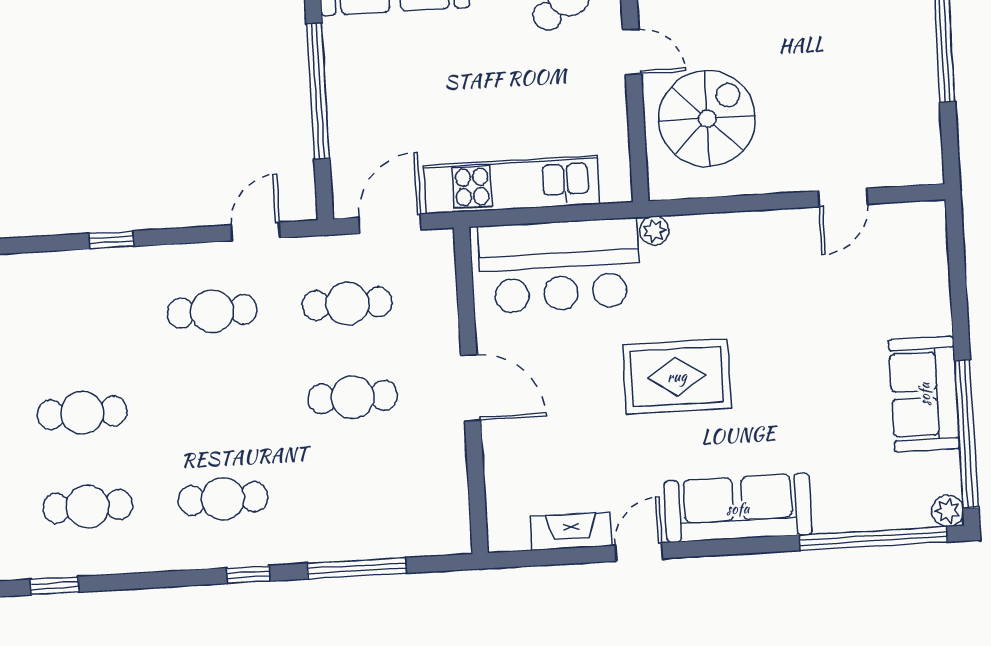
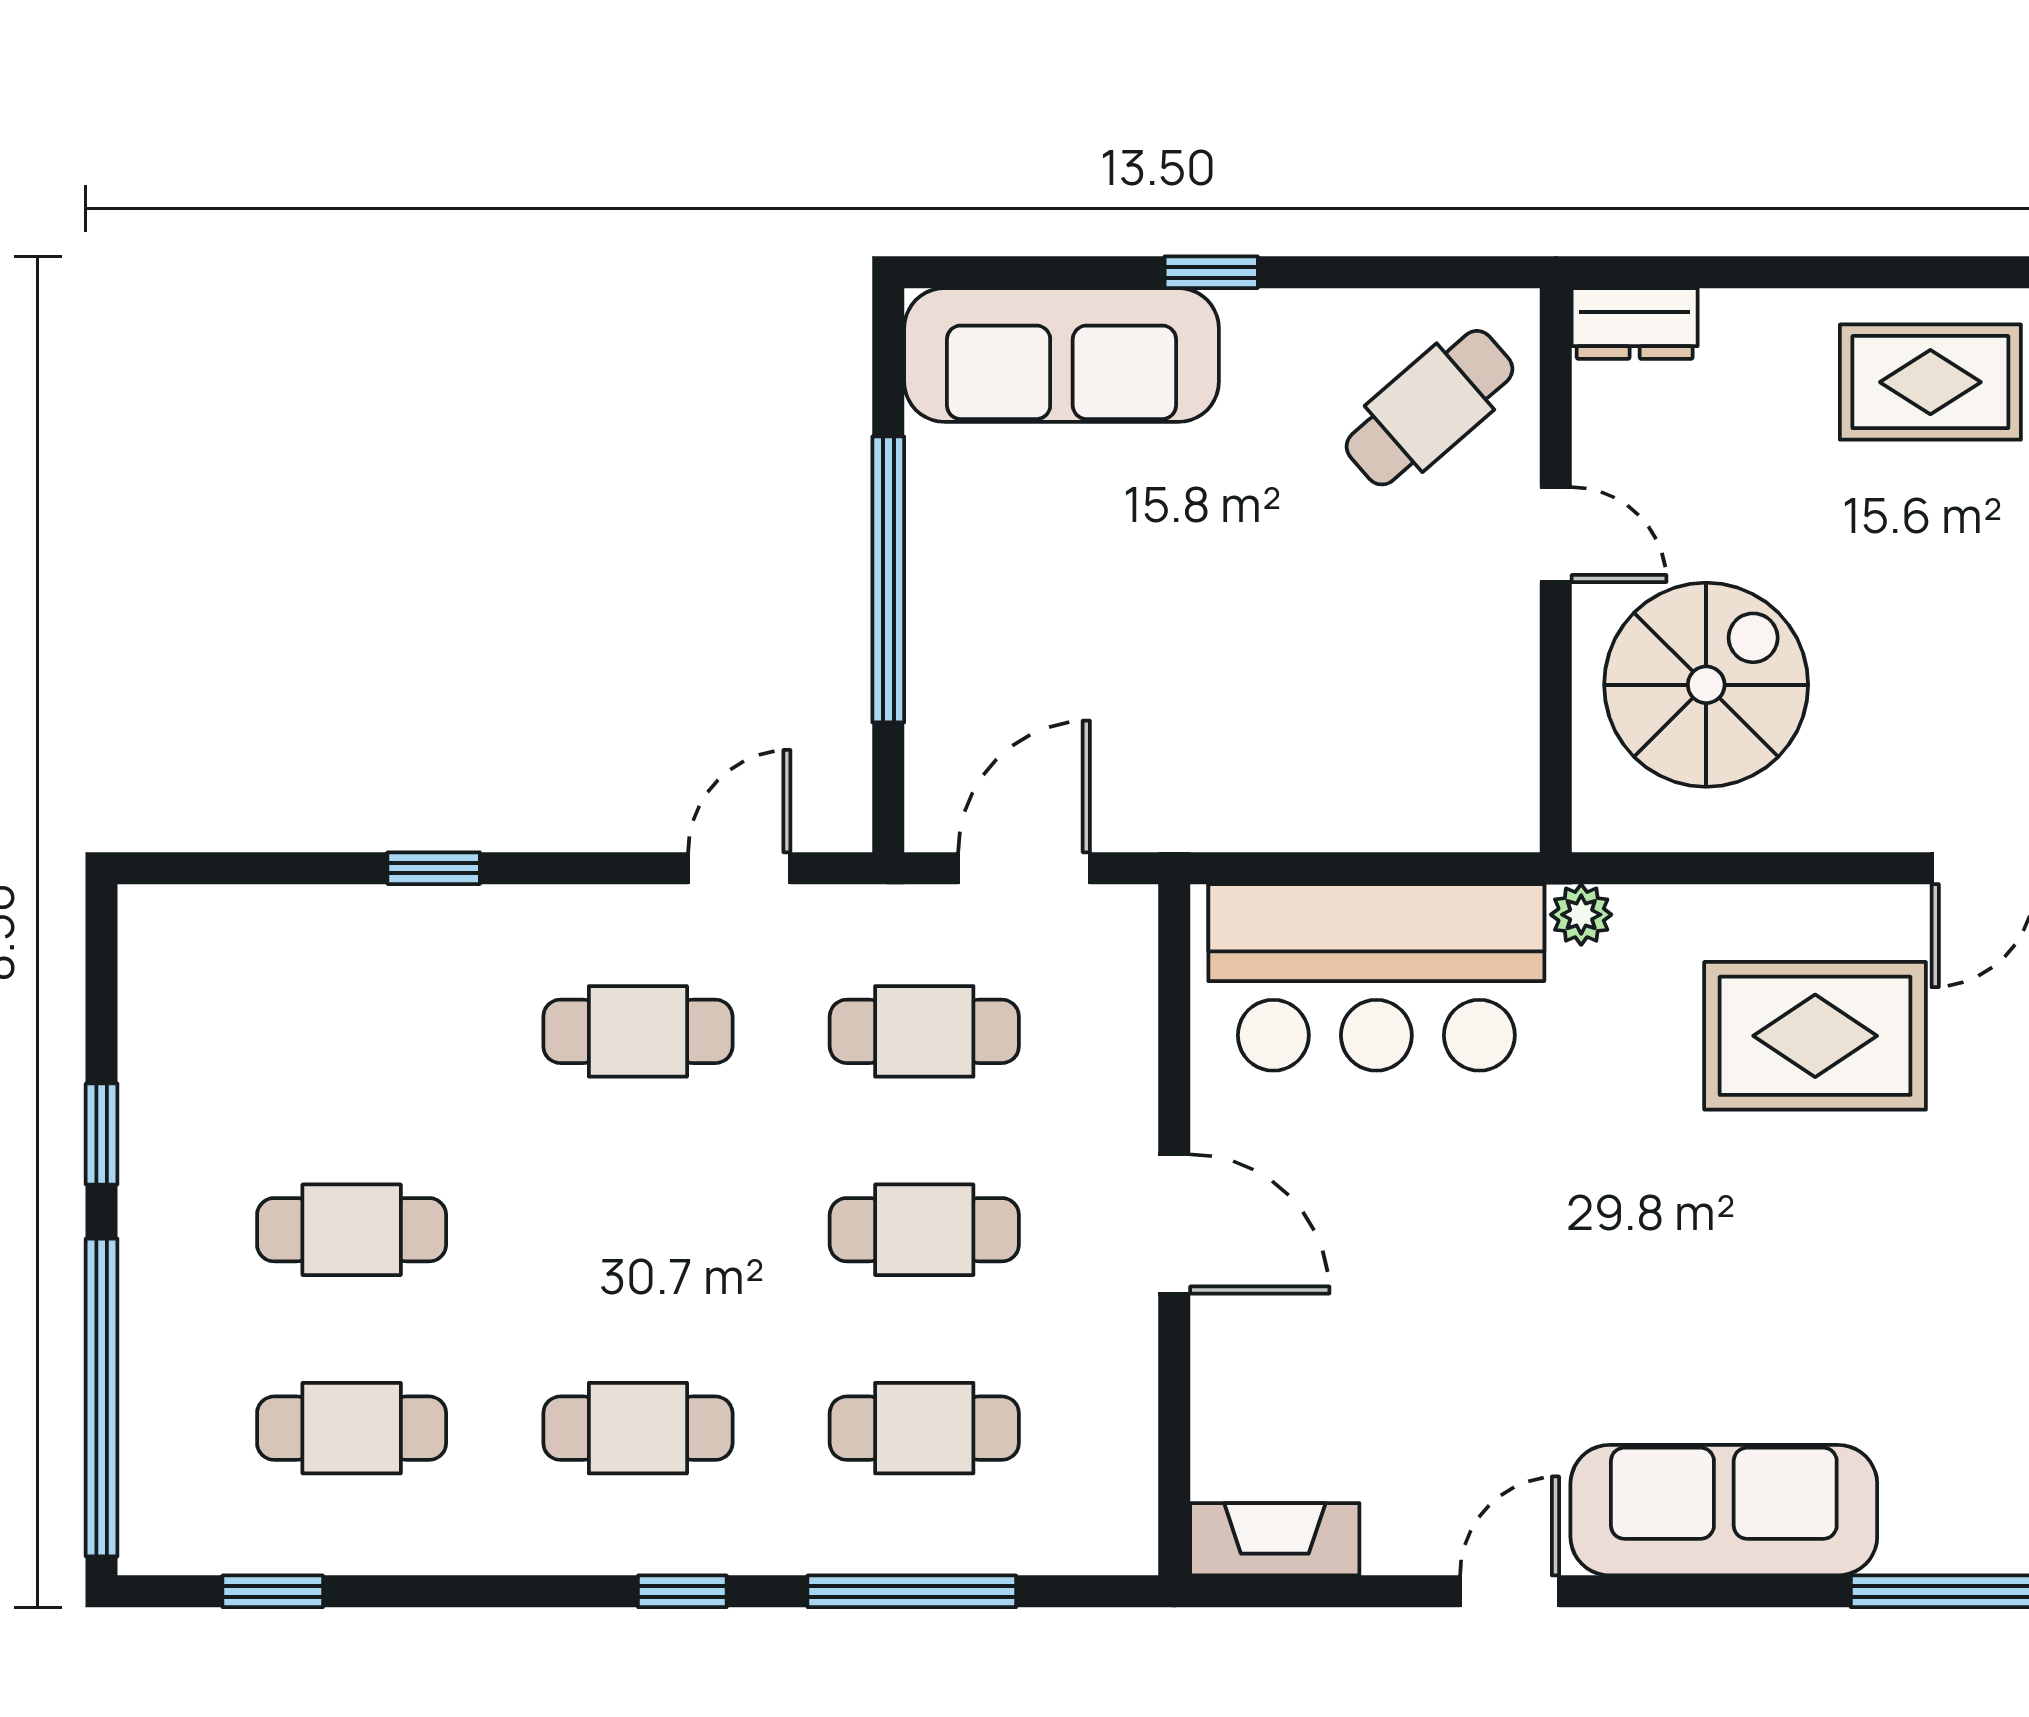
kitchen unit: (512, 185) -> (1286, 801), removed
rug: (677, 376) -> (1815, 1036), moved
cafe table: (358, 491) -> (924, 1428), added
fireplace: (571, 531) -> (1275, 1539), moved

